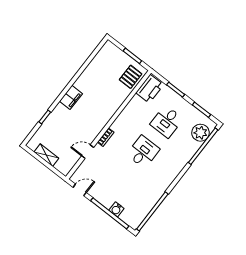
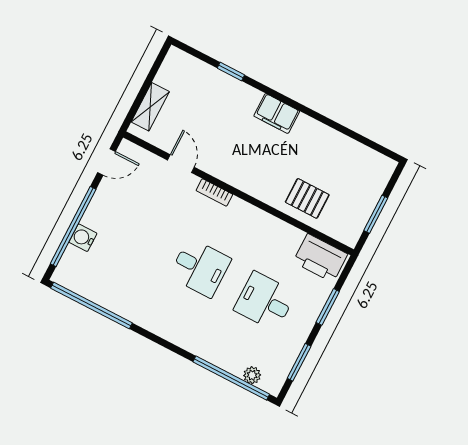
pallet: (131, 77) -> (307, 198), moved
plant: (200, 133) -> (252, 375), width x0.53, depth x0.53
shelving: (46, 155) -> (150, 107), moved
door: (80, 190) -> (107, 162), hinge flipped

